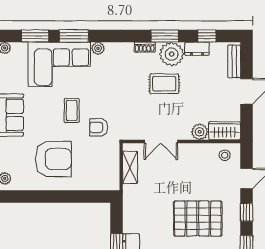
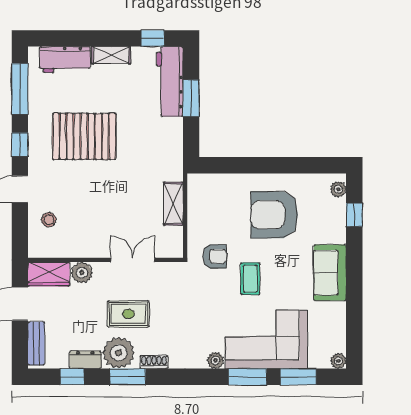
wardrobe: (225, 131) -> (49, 274), moved
plant: (200, 132) -> (82, 273), moved
double door: (161, 141) -> (133, 260), moved
wall: (182, 141) -> (106, 260), moved

